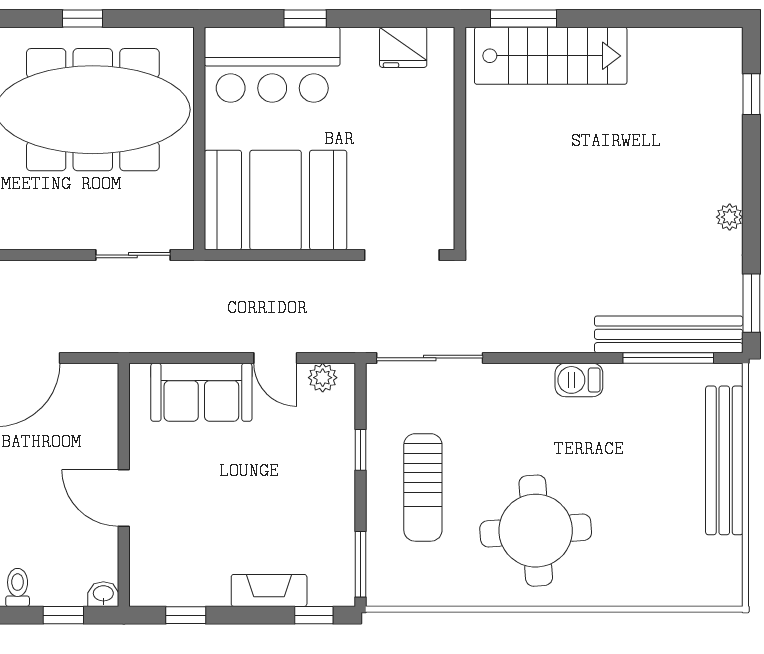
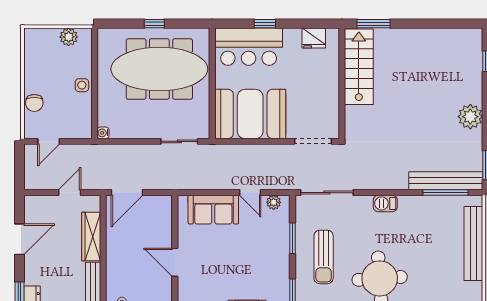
stairs: (551, 56) -> (359, 67), moved, turned -90
plant: (730, 217) -> (470, 117), width x1.87, depth x1.87
barbecue: (579, 380) -> (385, 203), moved
window: (360, 450) -> (292, 238), width x1.50

